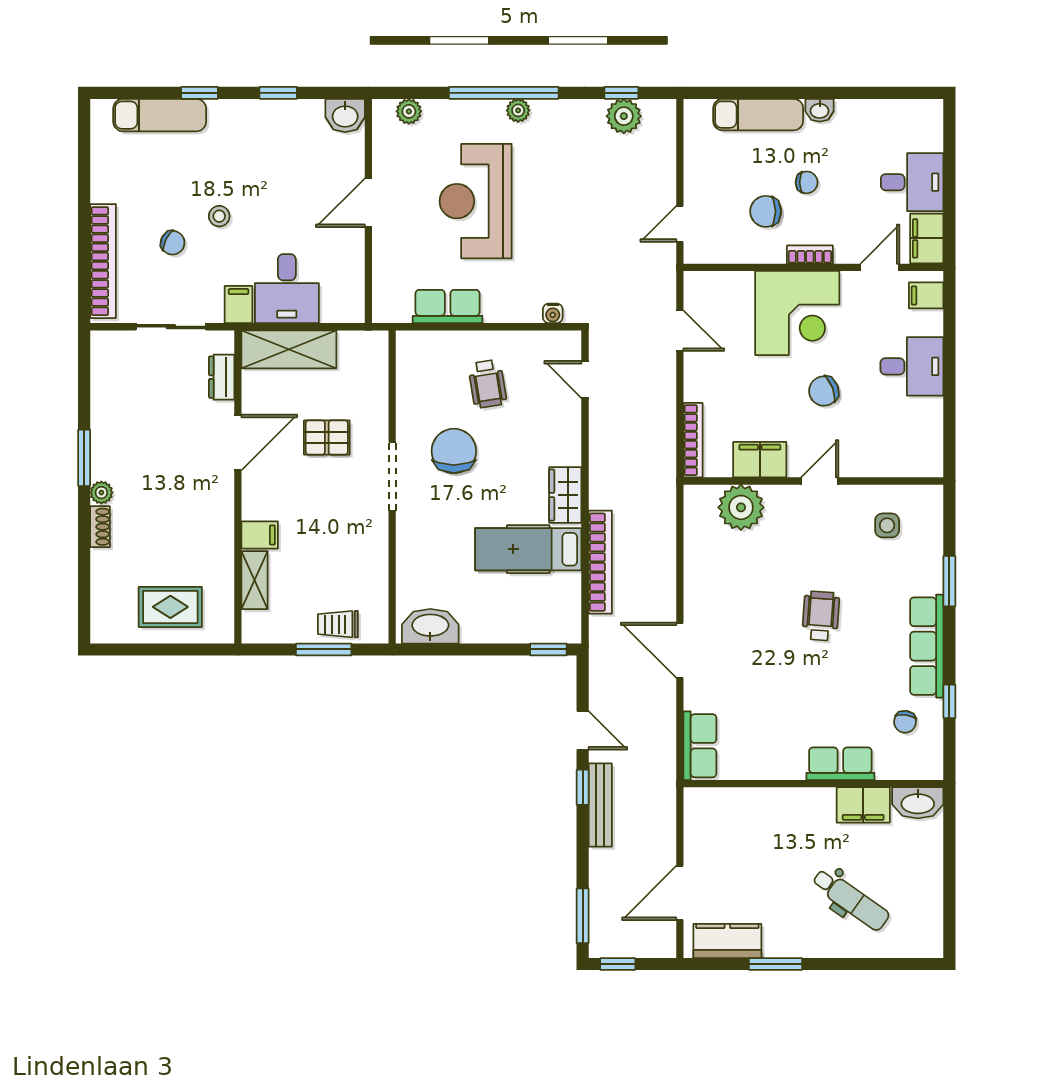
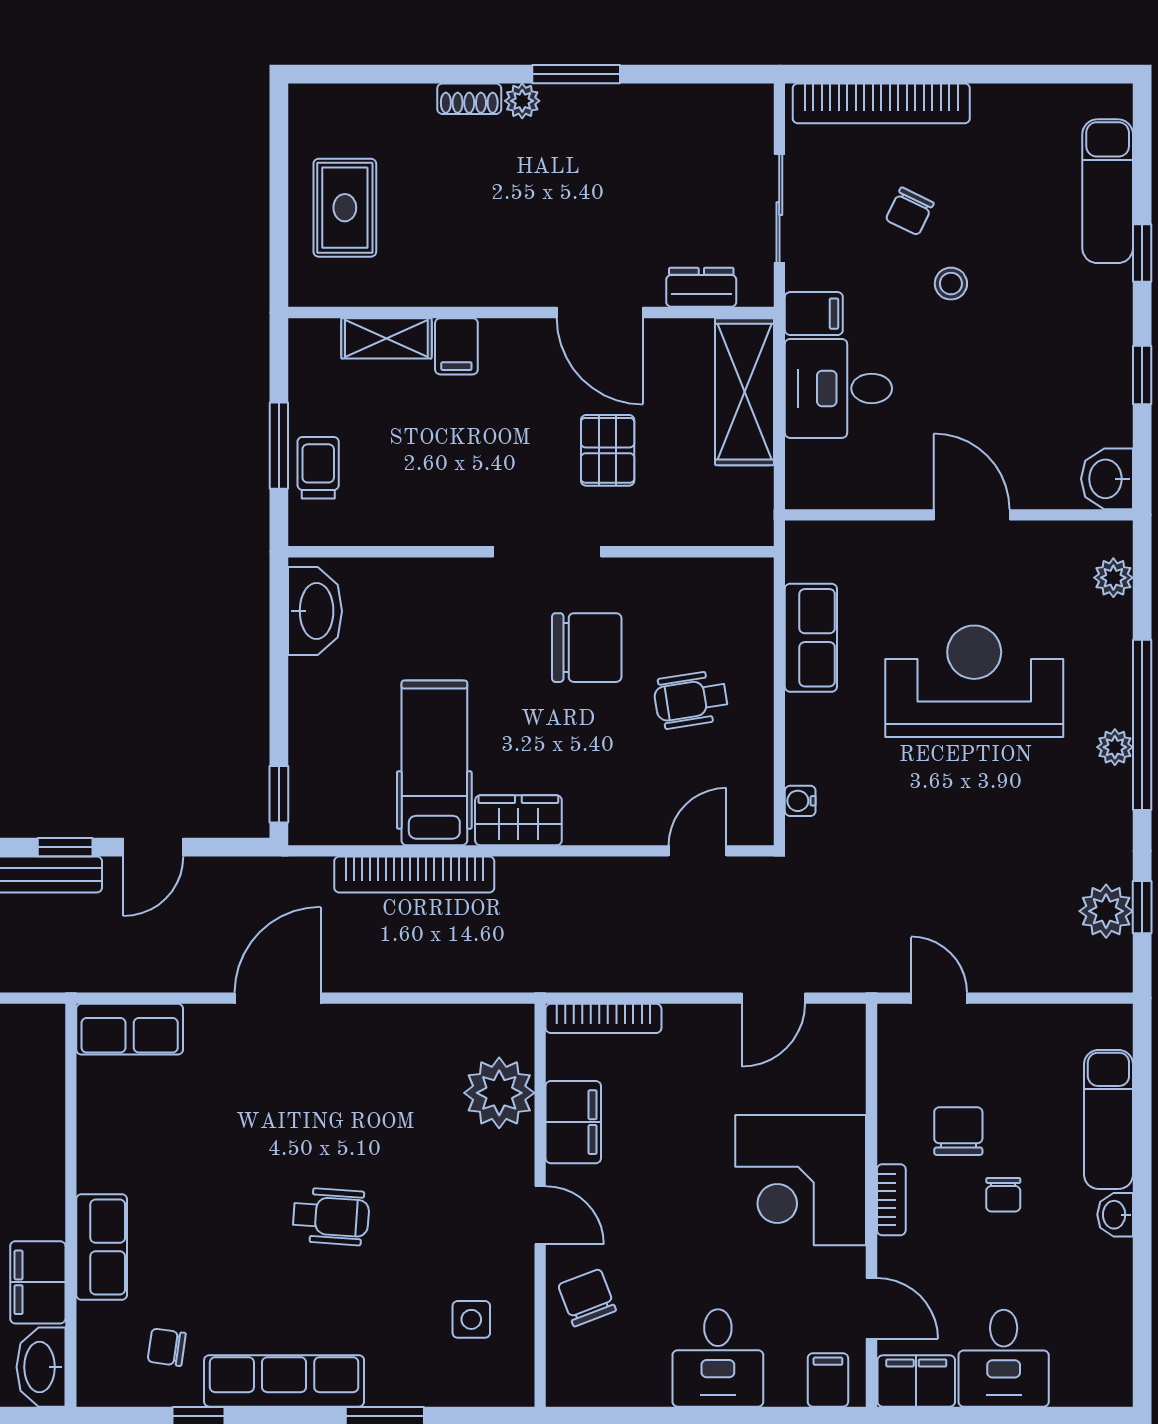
chair: (824, 391) -> (587, 1298), moved

